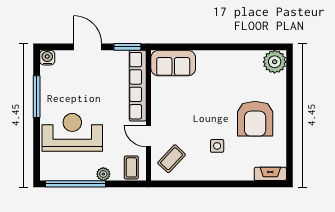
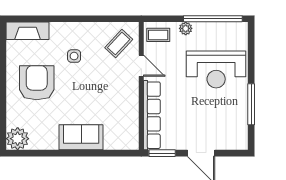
water cooler: (47, 58) -> (241, 143), removed
sofa: (173, 63) -> (81, 137), moved
coffee table: (131, 167) -> (158, 35), turned 90
fireplace: (270, 174) -> (28, 31), width x1.37, depth x1.32

